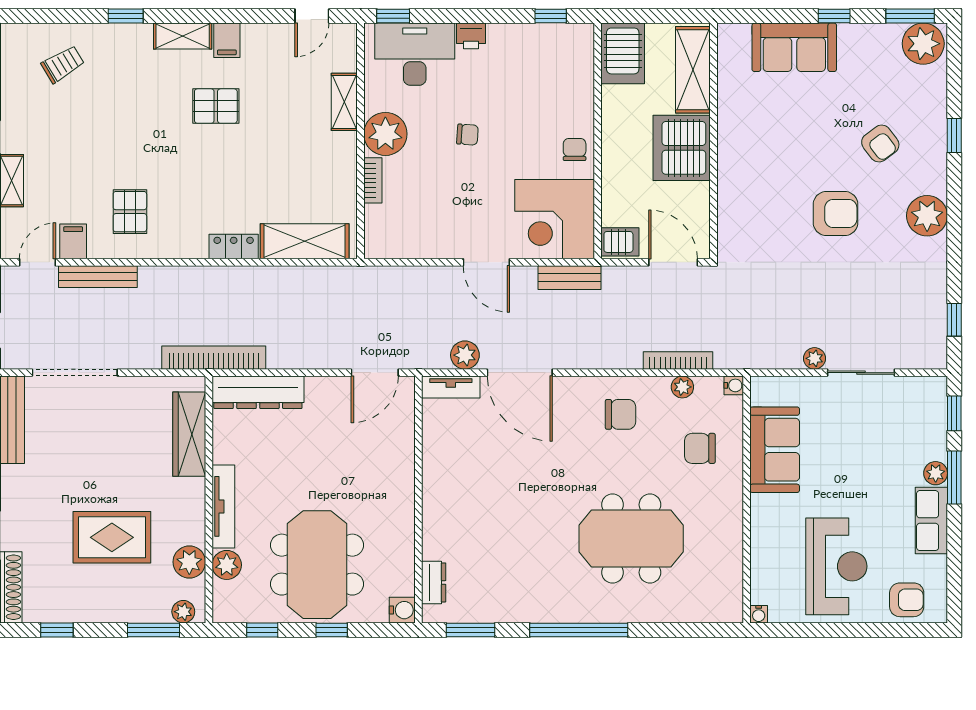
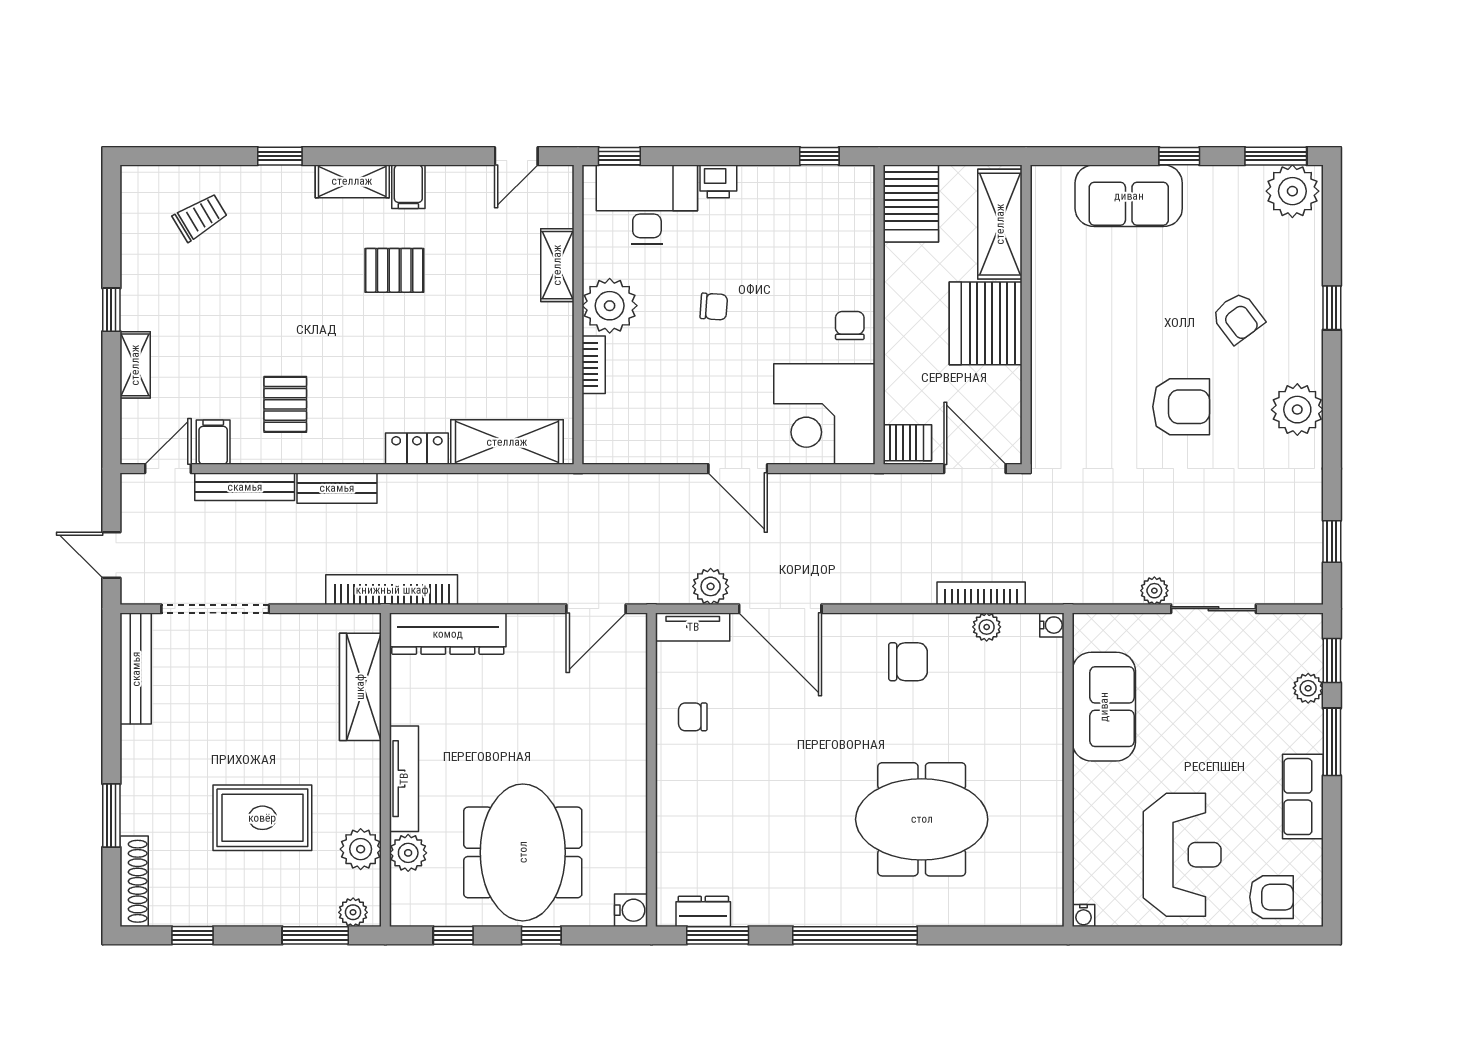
bench: (569, 278) -> (337, 488), moved
chair: (700, 448) -> (693, 717), moved, width x0.73, depth x0.73
plant: (936, 473) -> (1308, 688), moved
dresser: (434, 582) -> (703, 911), moved, turned -90

